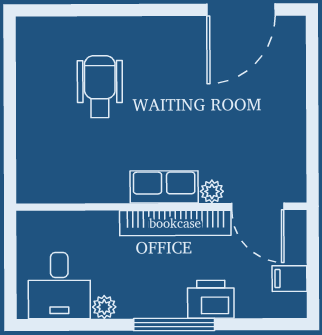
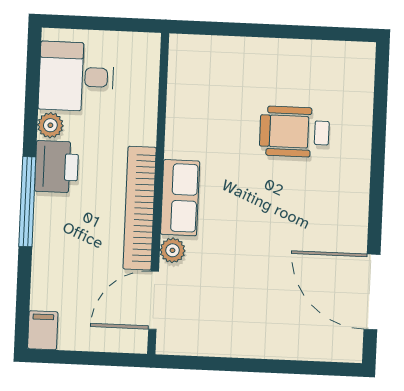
wheelchair: (100, 87) -> (294, 132), turned 180
filing cabinet: (290, 279) -> (43, 330), moved
printer: (211, 299) -> (57, 167), moved

